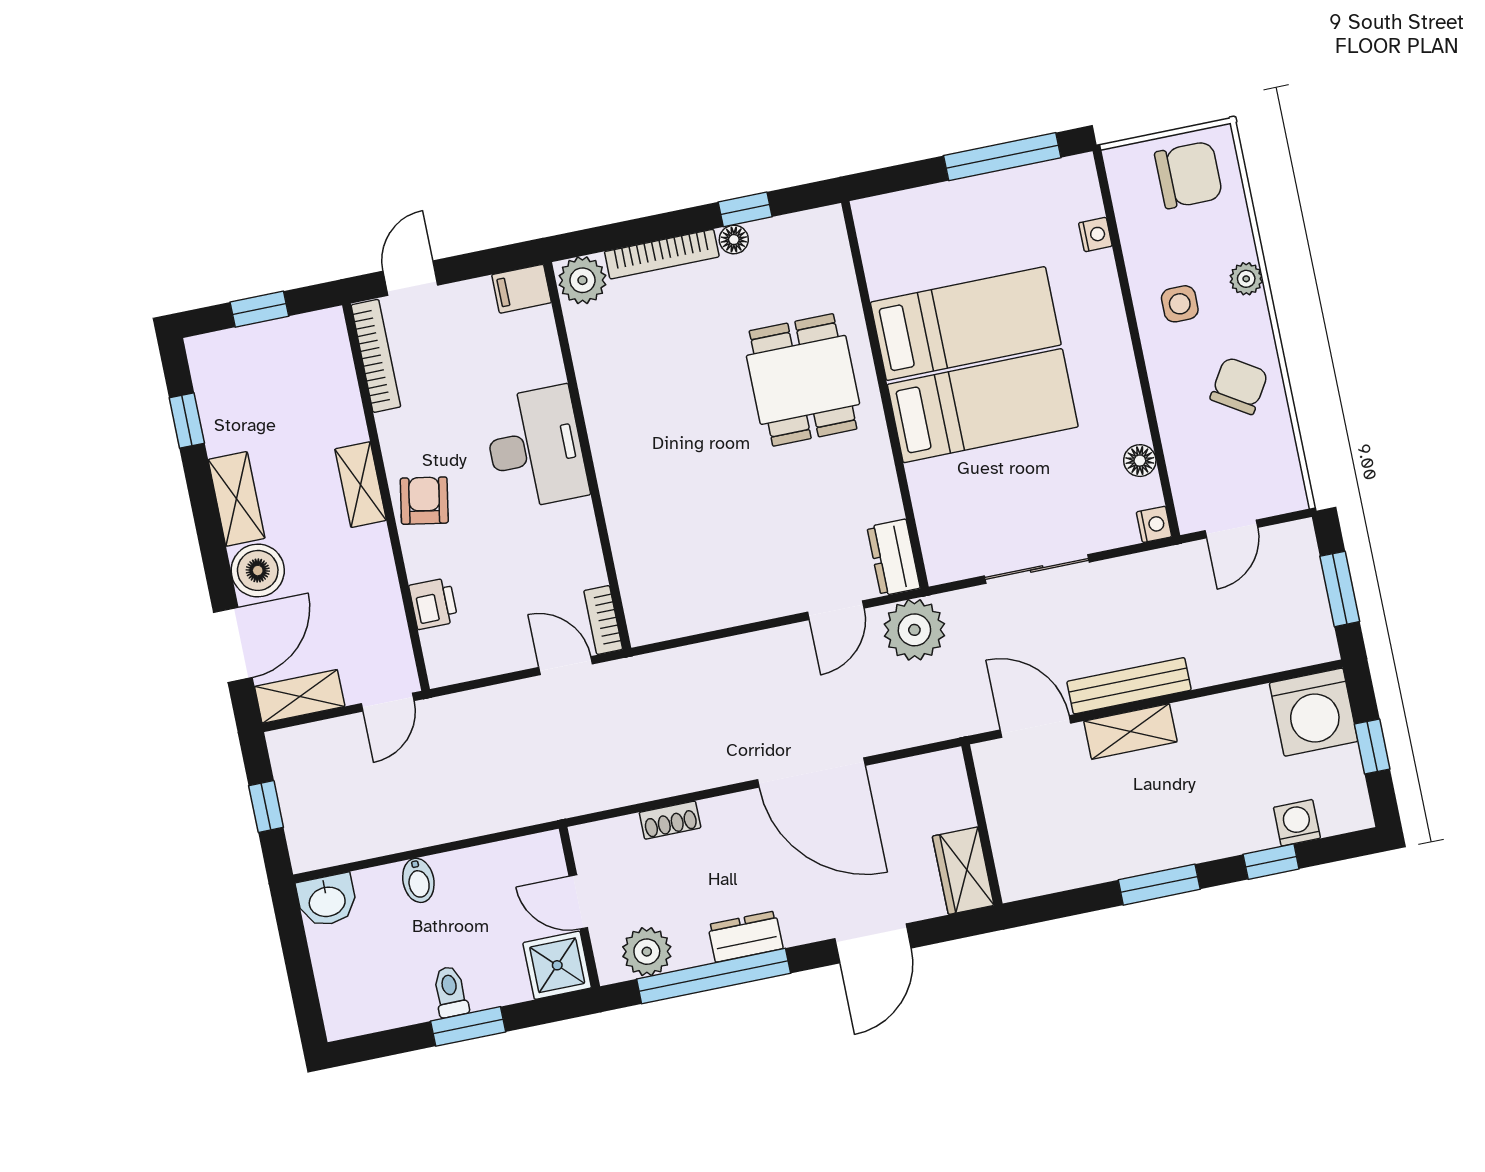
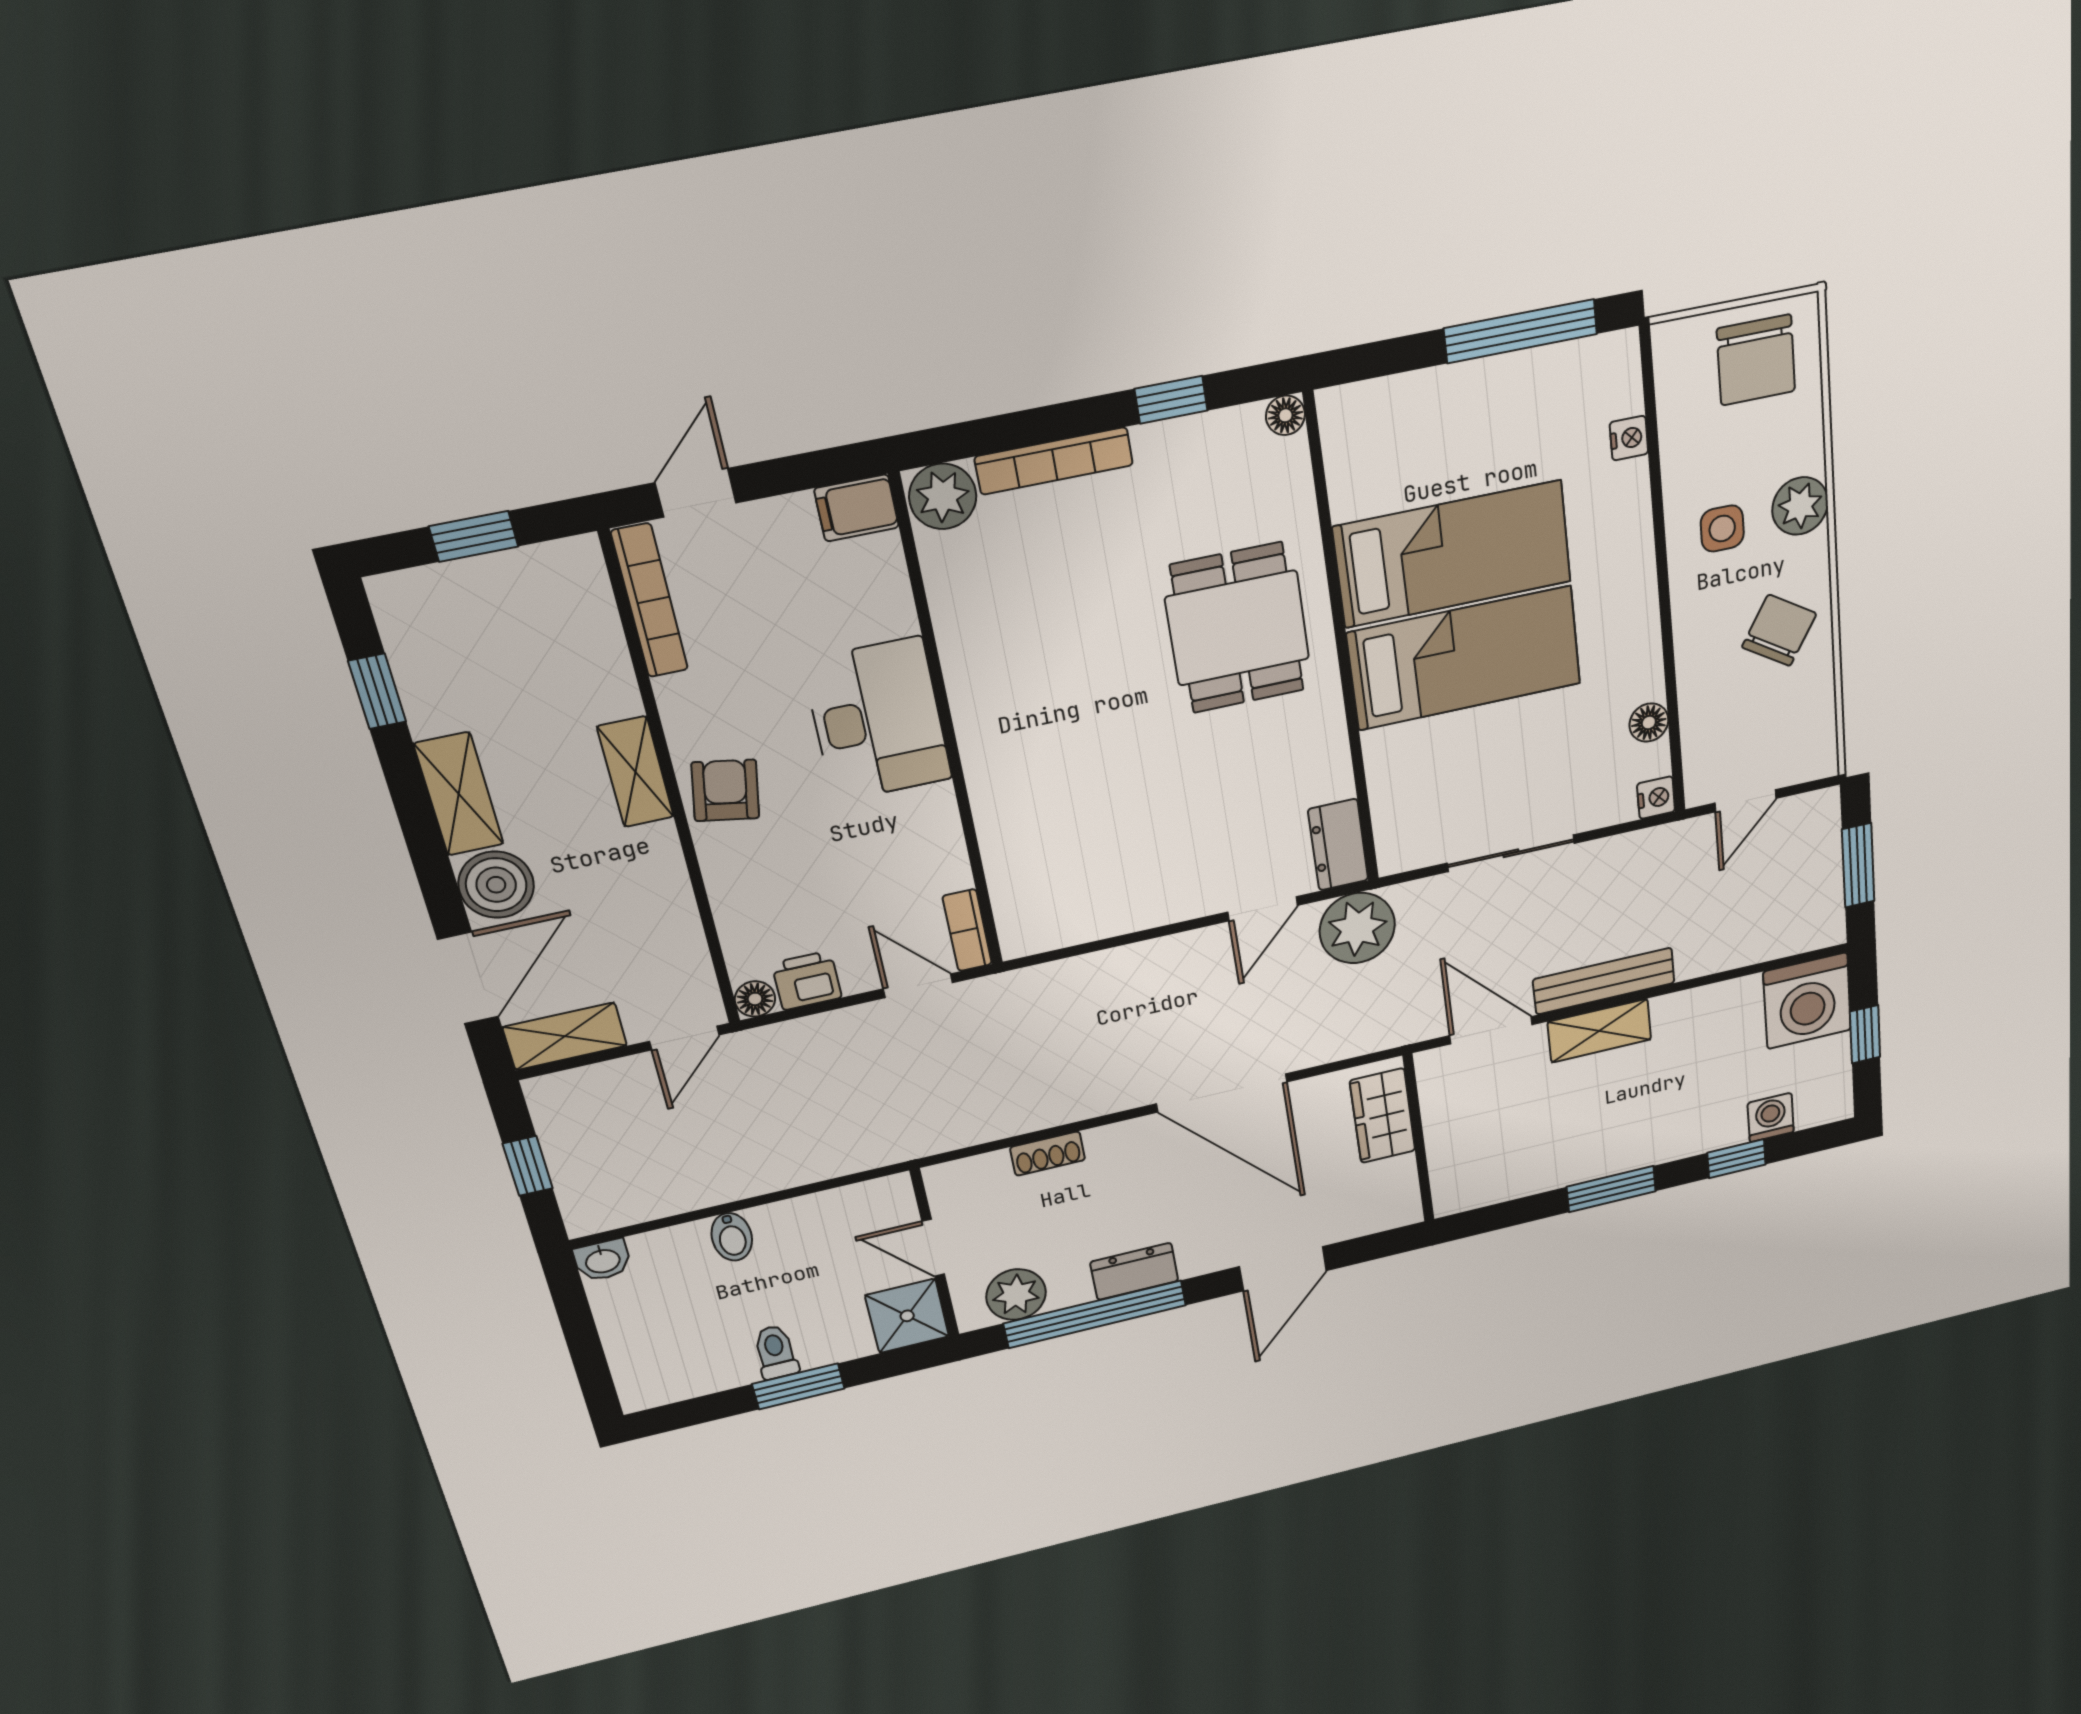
chair: (1189, 175) -> (1756, 360), turned 90
floor lamp: (734, 240) -> (1285, 415), moved
plant: (1246, 279) -> (1800, 506), width x1.38, depth x1.38
printer: (433, 604) -> (807, 980), moved, turned -90
floor lamp: (442, 671) -> (755, 999), added
wardrobe: (963, 871) -> (1383, 1116), moved
washbasin: (327, 900) -> (603, 1260), width x0.72, depth x0.69

